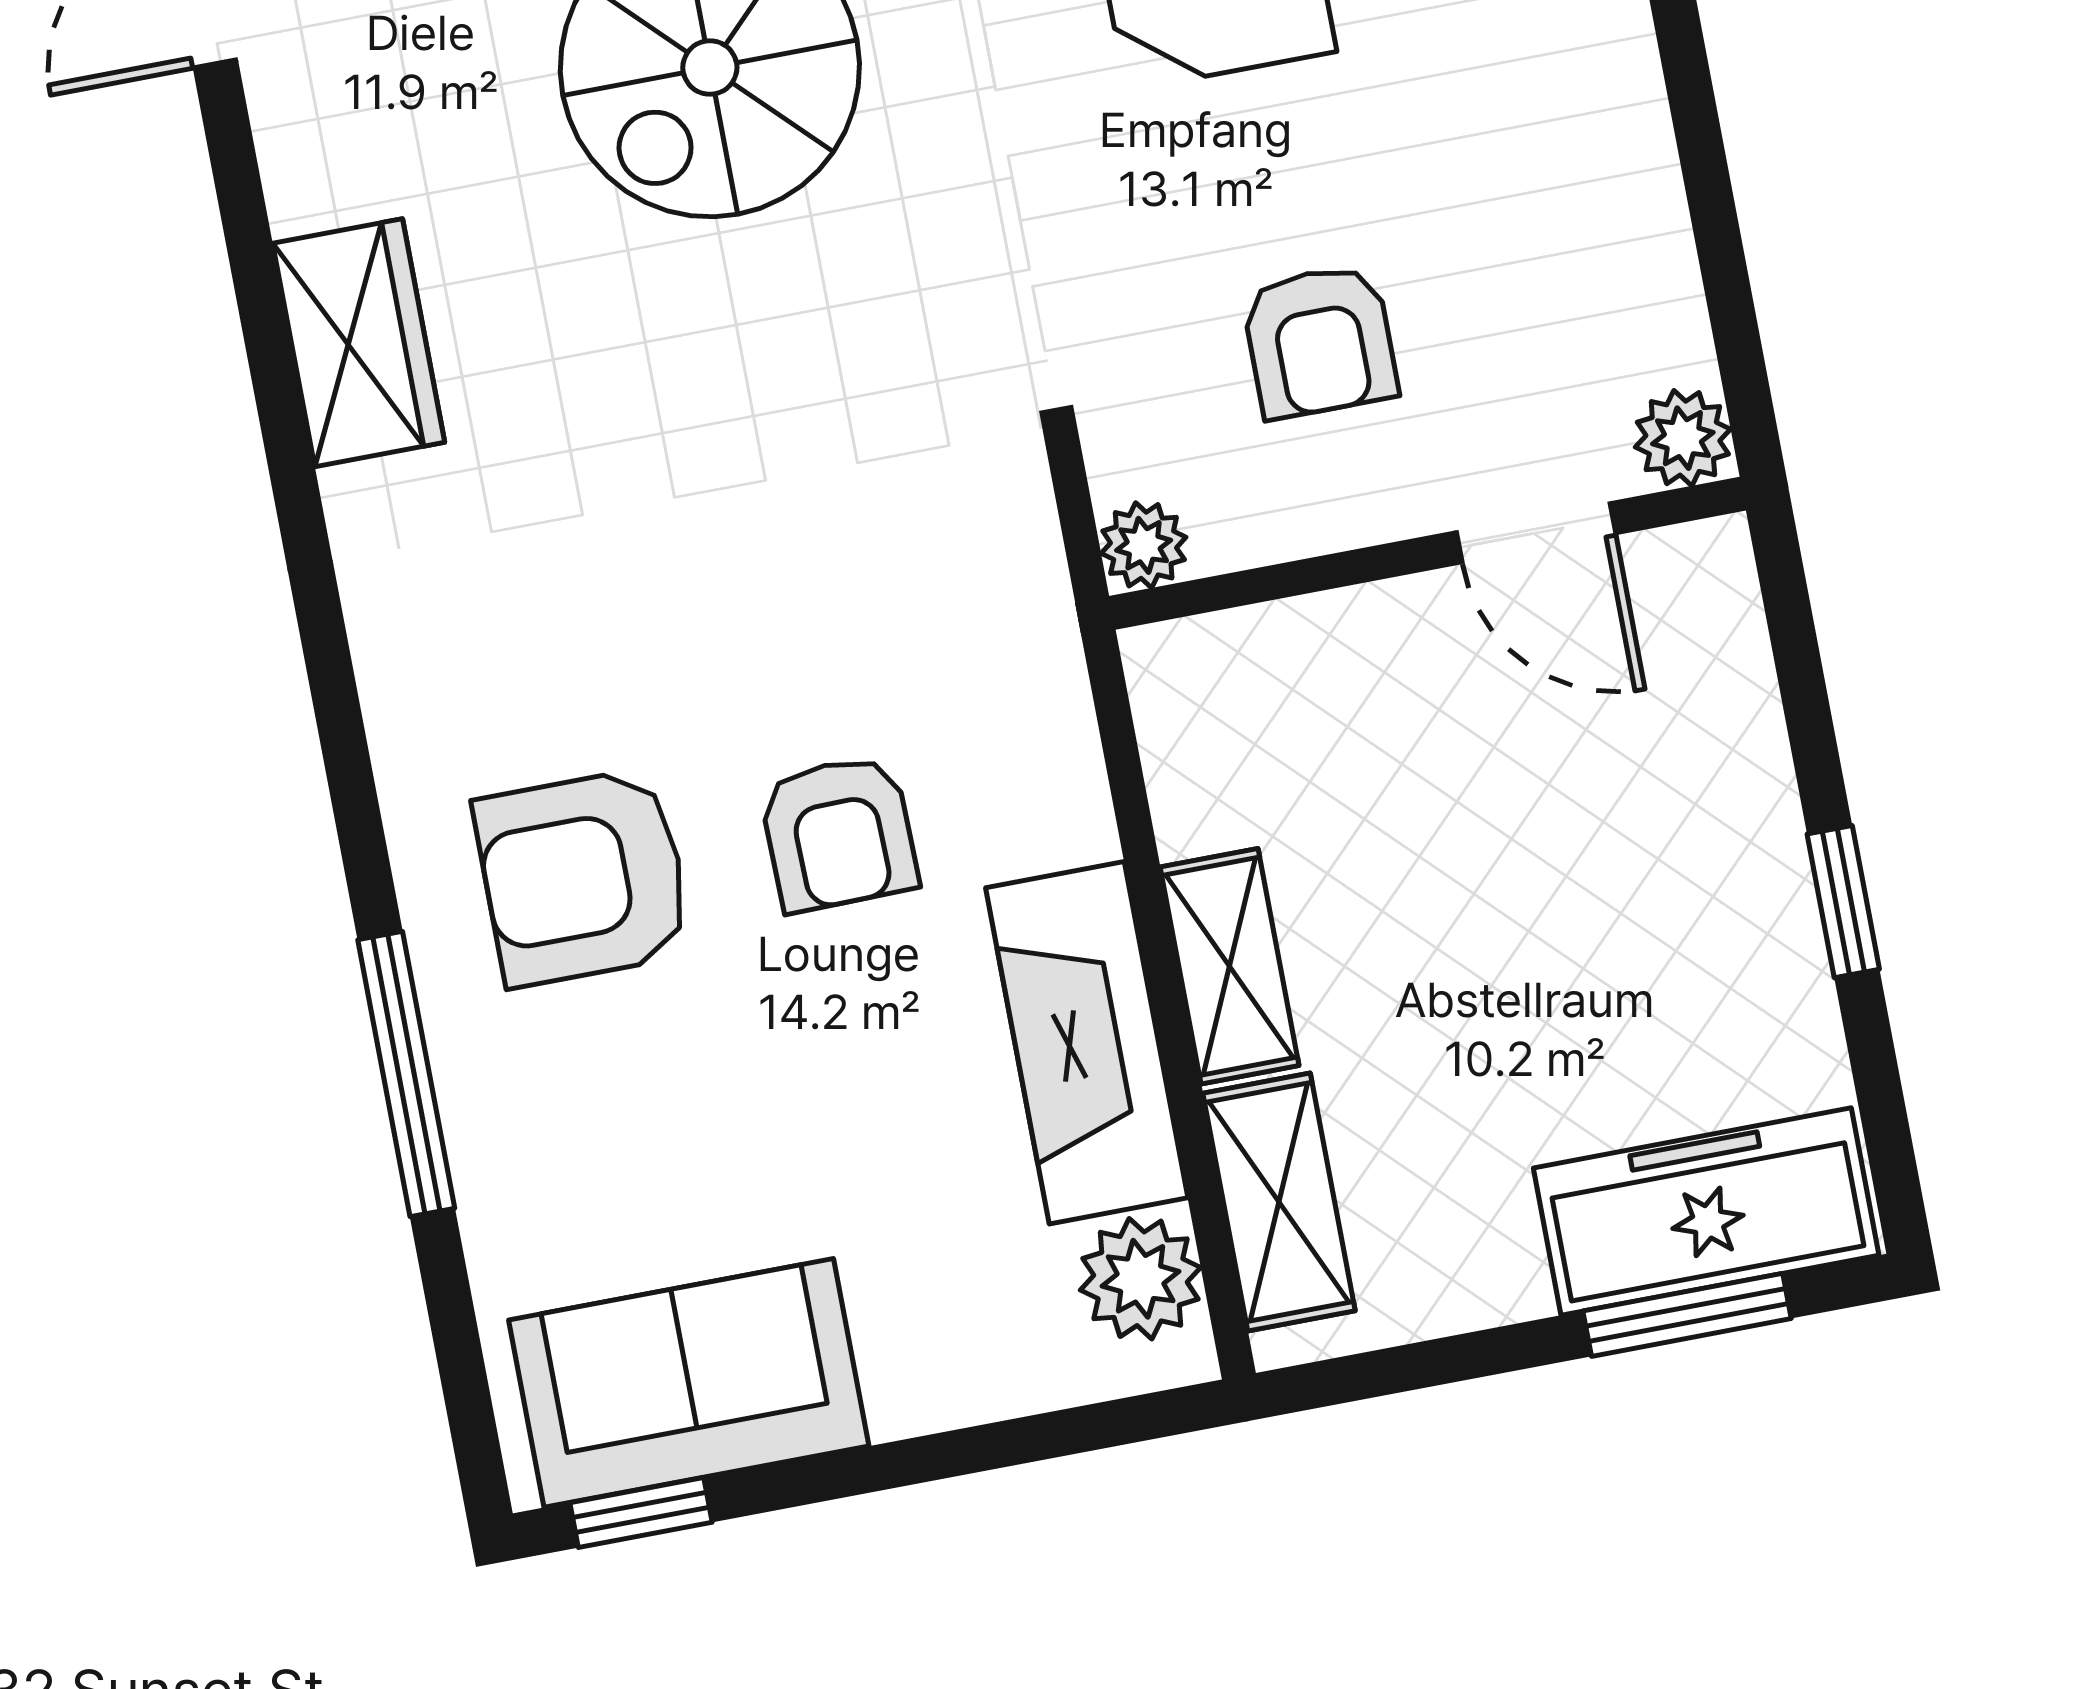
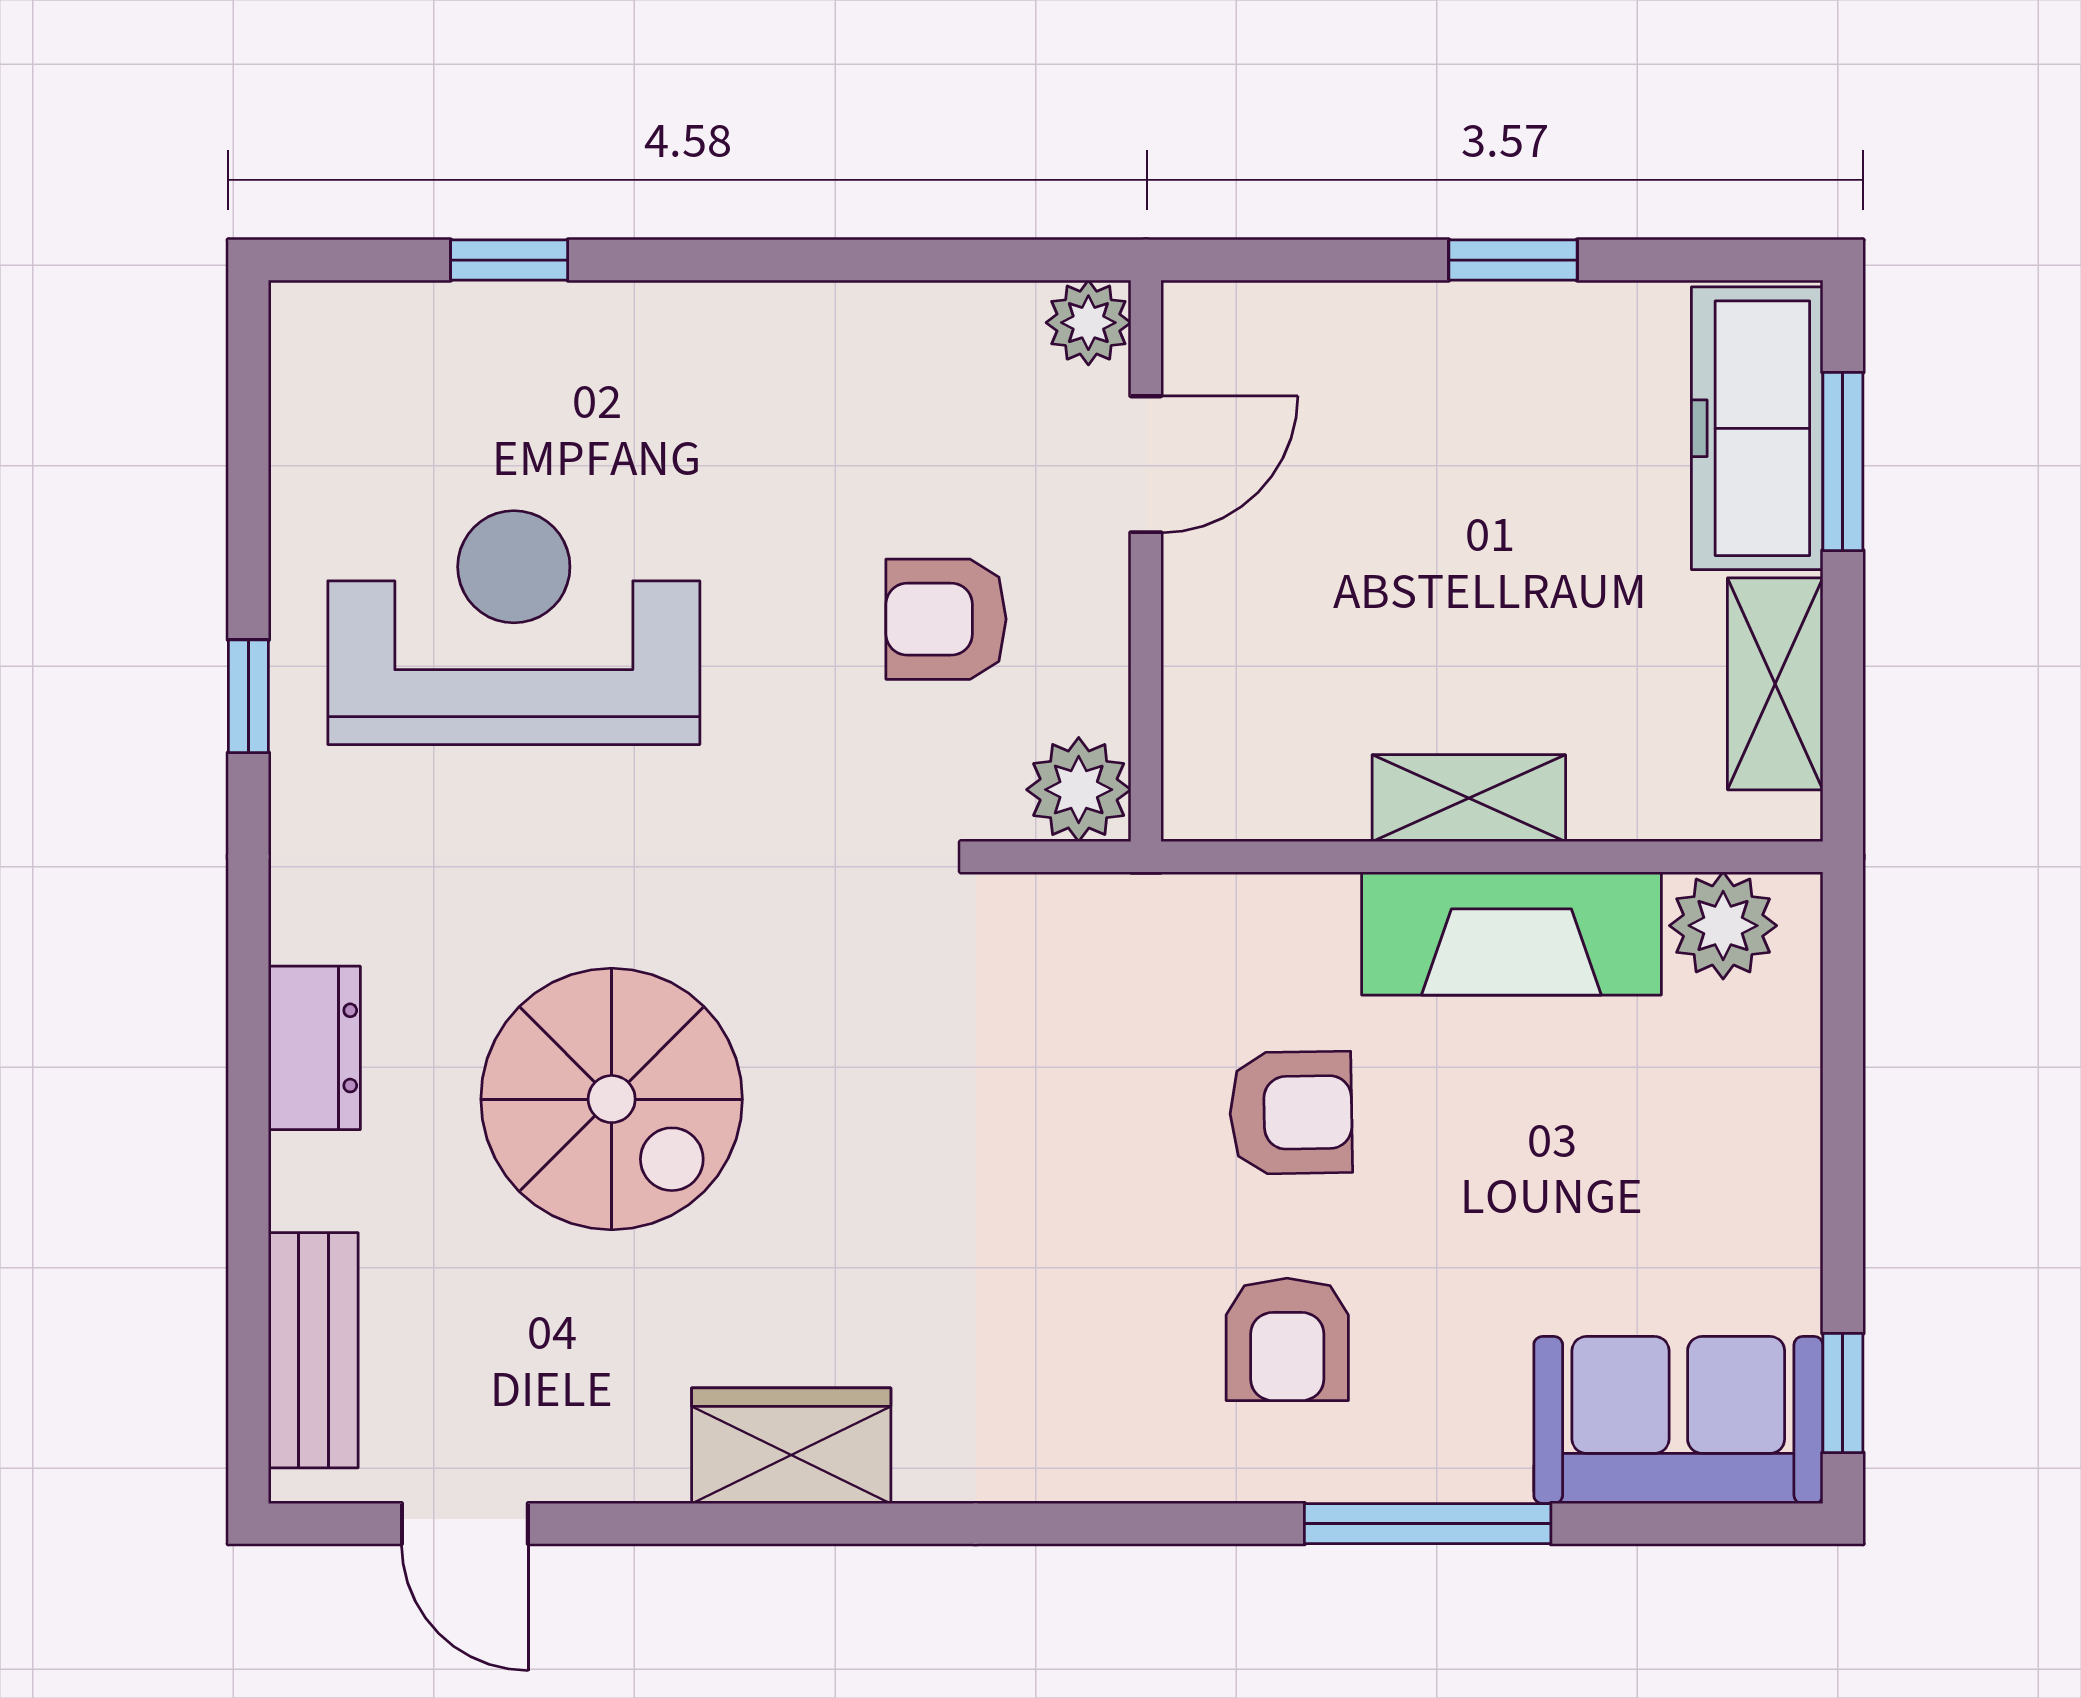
armchair: (1320, 341) -> (946, 619), turned 180
plant: (1144, 545) -> (1079, 790), width x1.38, depth x1.38
armchair: (583, 877) -> (1287, 1339), width x0.72, depth x0.72
shelving: (1279, 1202) -> (1775, 684), moved, turned 90
sofa: (689, 1383) -> (1678, 1420), moved, turned 90

